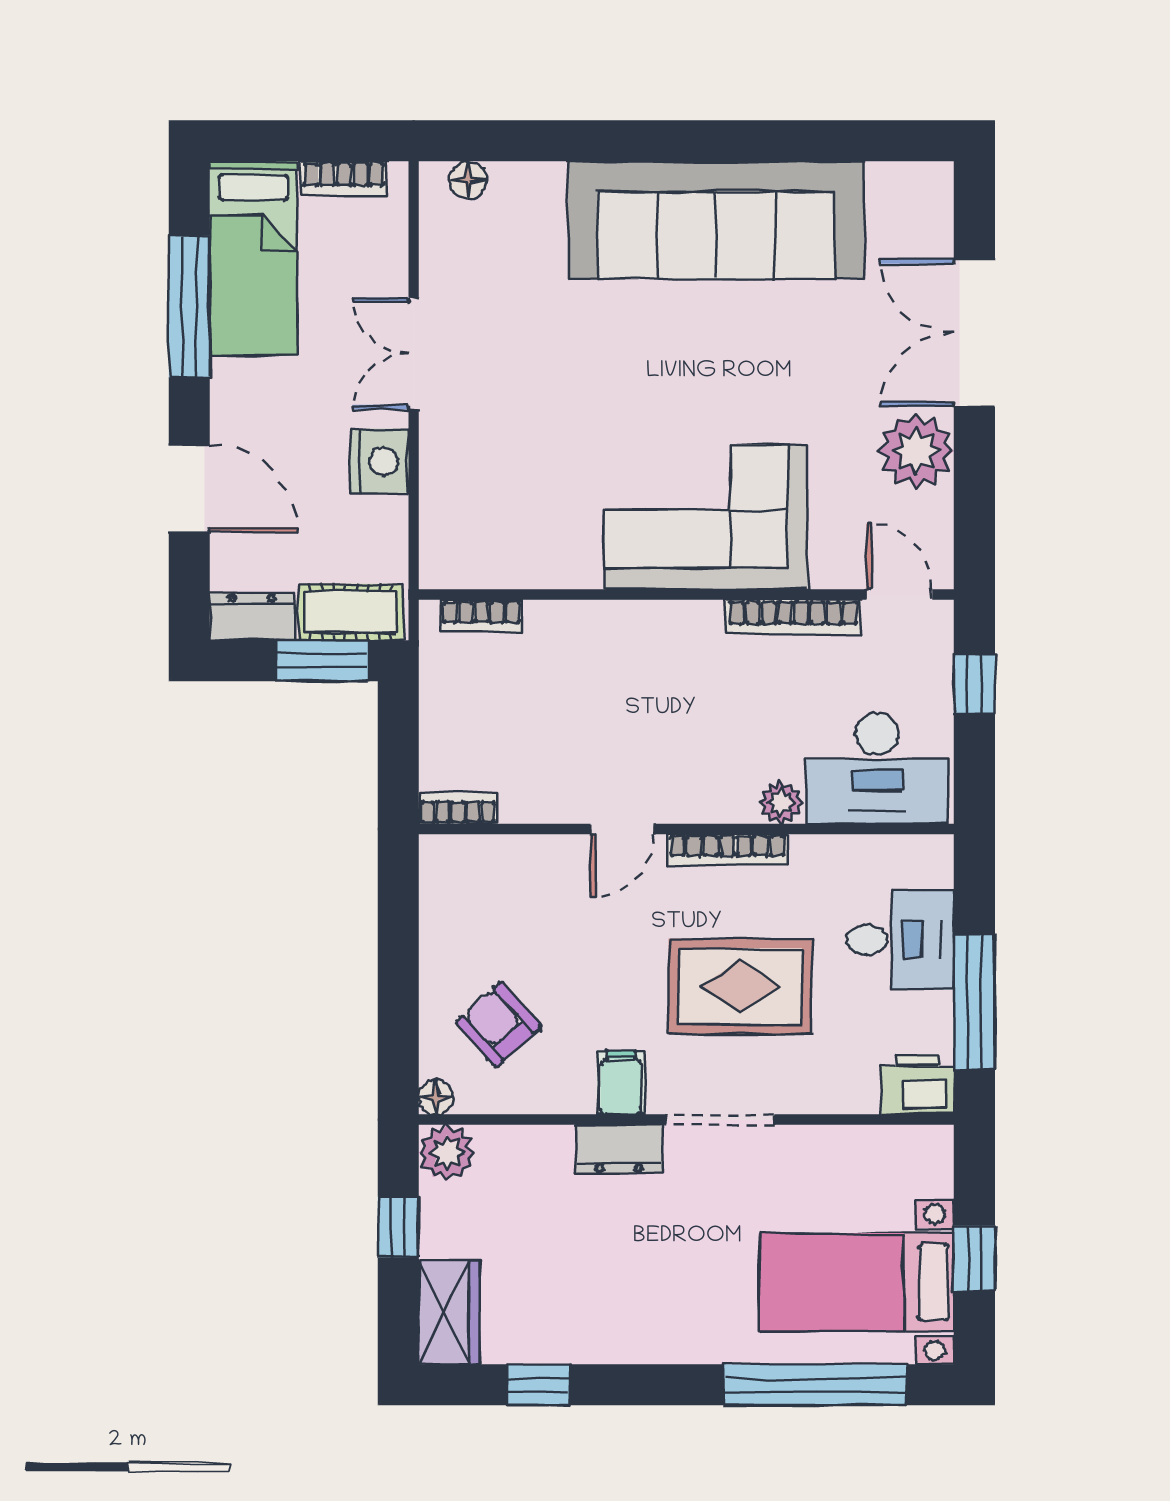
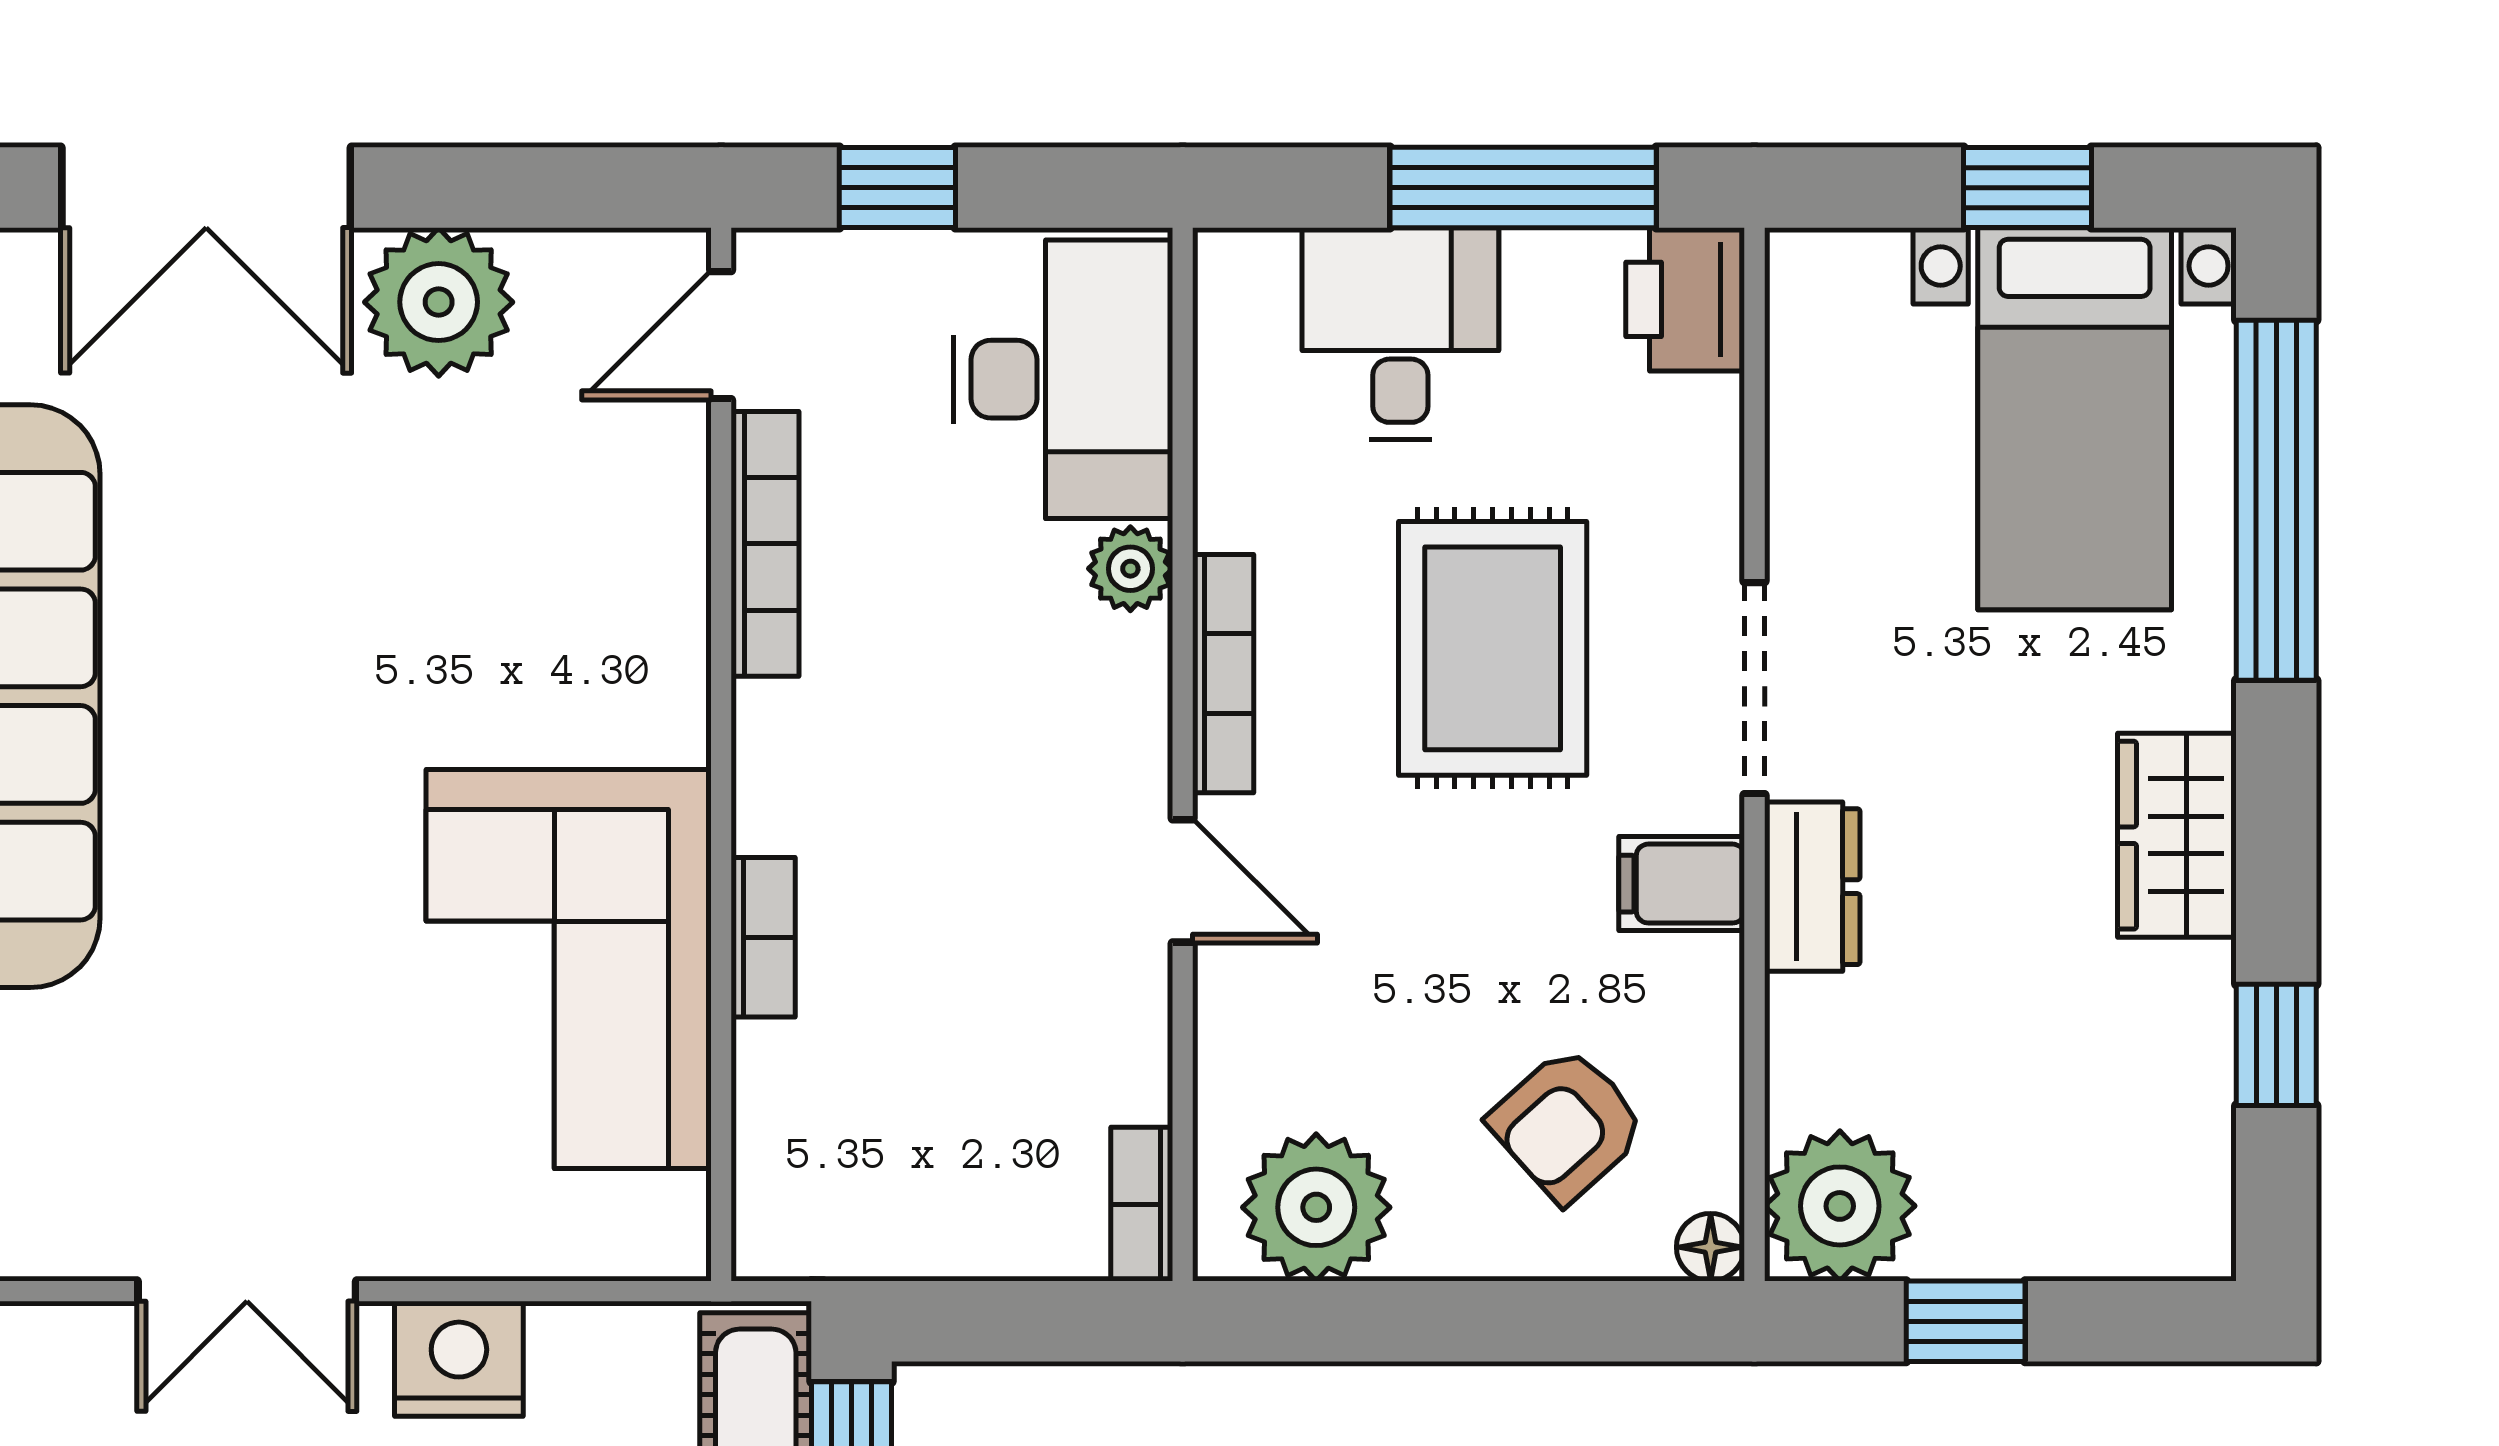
corner sofa: (706, 517) -> (569, 969), moved
bookcase: (482, 616) -> (763, 937), moved
plant: (456, 897) -> (1316, 1207), added
plant: (447, 1153) -> (1840, 1206), width x1.36, depth x1.36
wardrobe: (449, 1312) -> (2177, 835), moved, turned -90

